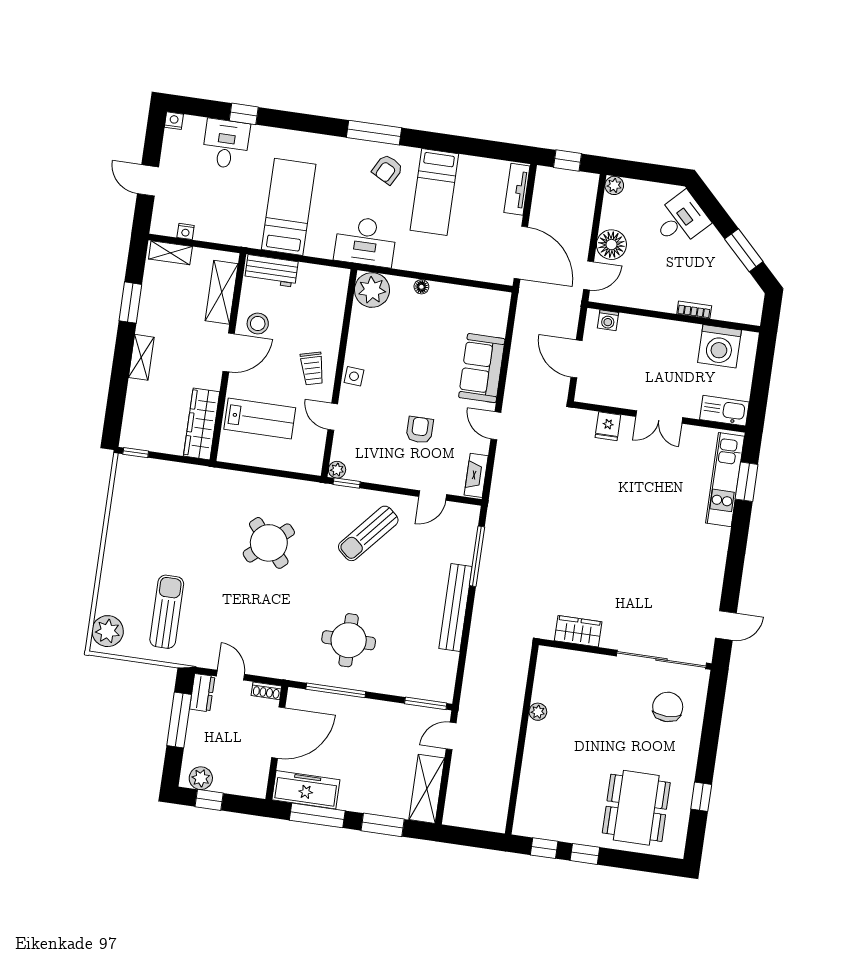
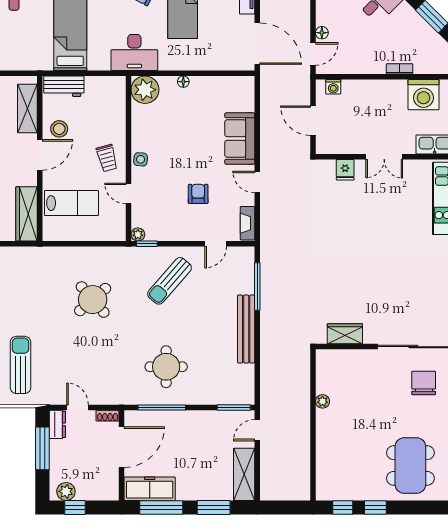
floor lamp: (611, 245) -> (322, 33), width x0.53, depth x0.53

